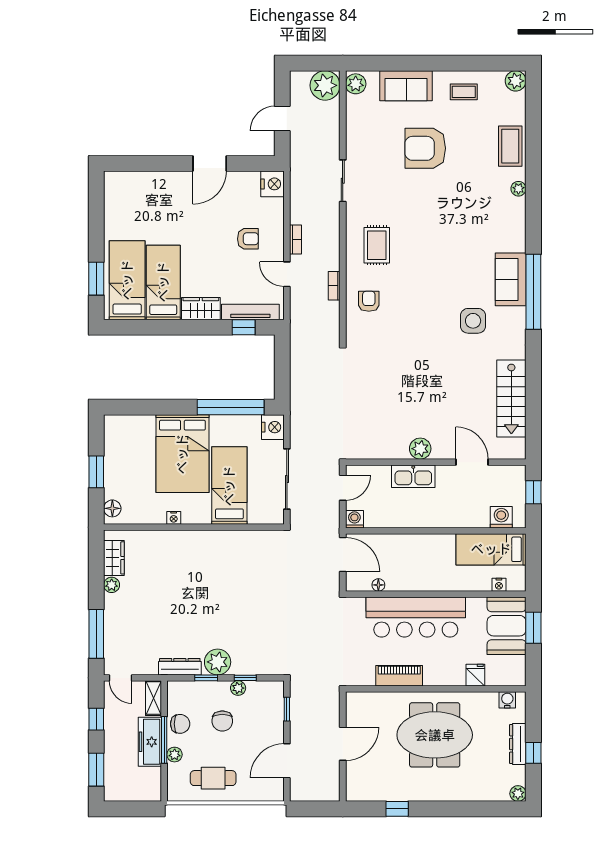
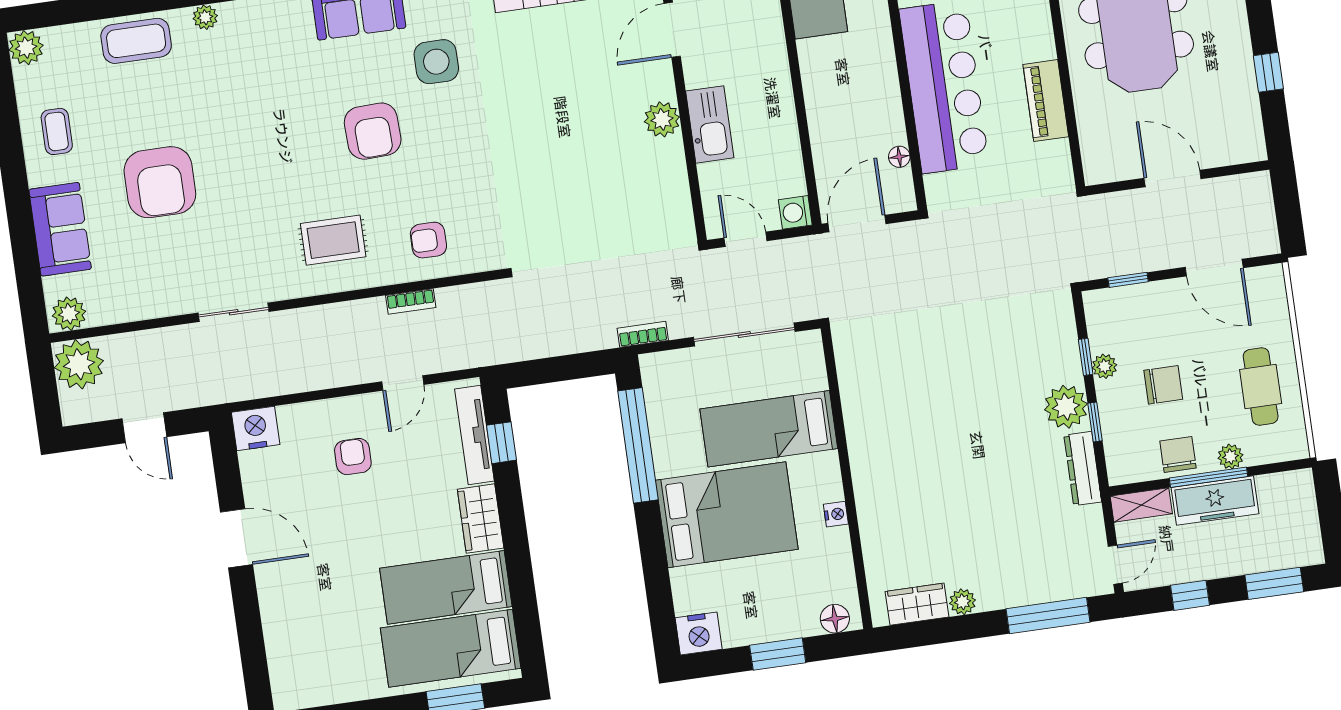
bookcase: (296, 240) -> (643, 334), moved
armchair: (438, 278) -> (373, 131), added
nightstand: (273, 427) -> (699, 634), moved, turned 180

